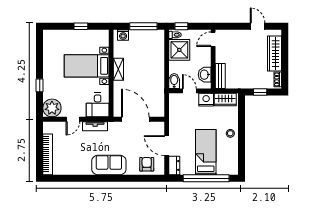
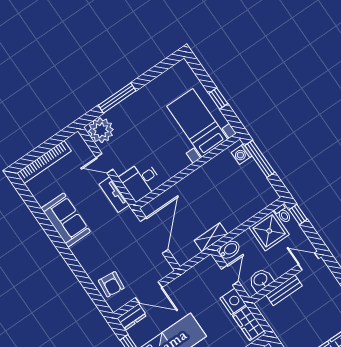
window: (143, 26) -> (260, 159), moved
bed with nightstands: (87, 66) -> (197, 123), moved
shelving: (118, 69) -> (211, 237), moved
bench: (220, 76) -> (284, 290), moved
window: (40, 85) -> (117, 98), width x2.17
door: (167, 146) -> (149, 292), swing flipped
armchair: (147, 164) -> (111, 284), turned 96
sofa: (109, 165) -> (66, 220), moved

